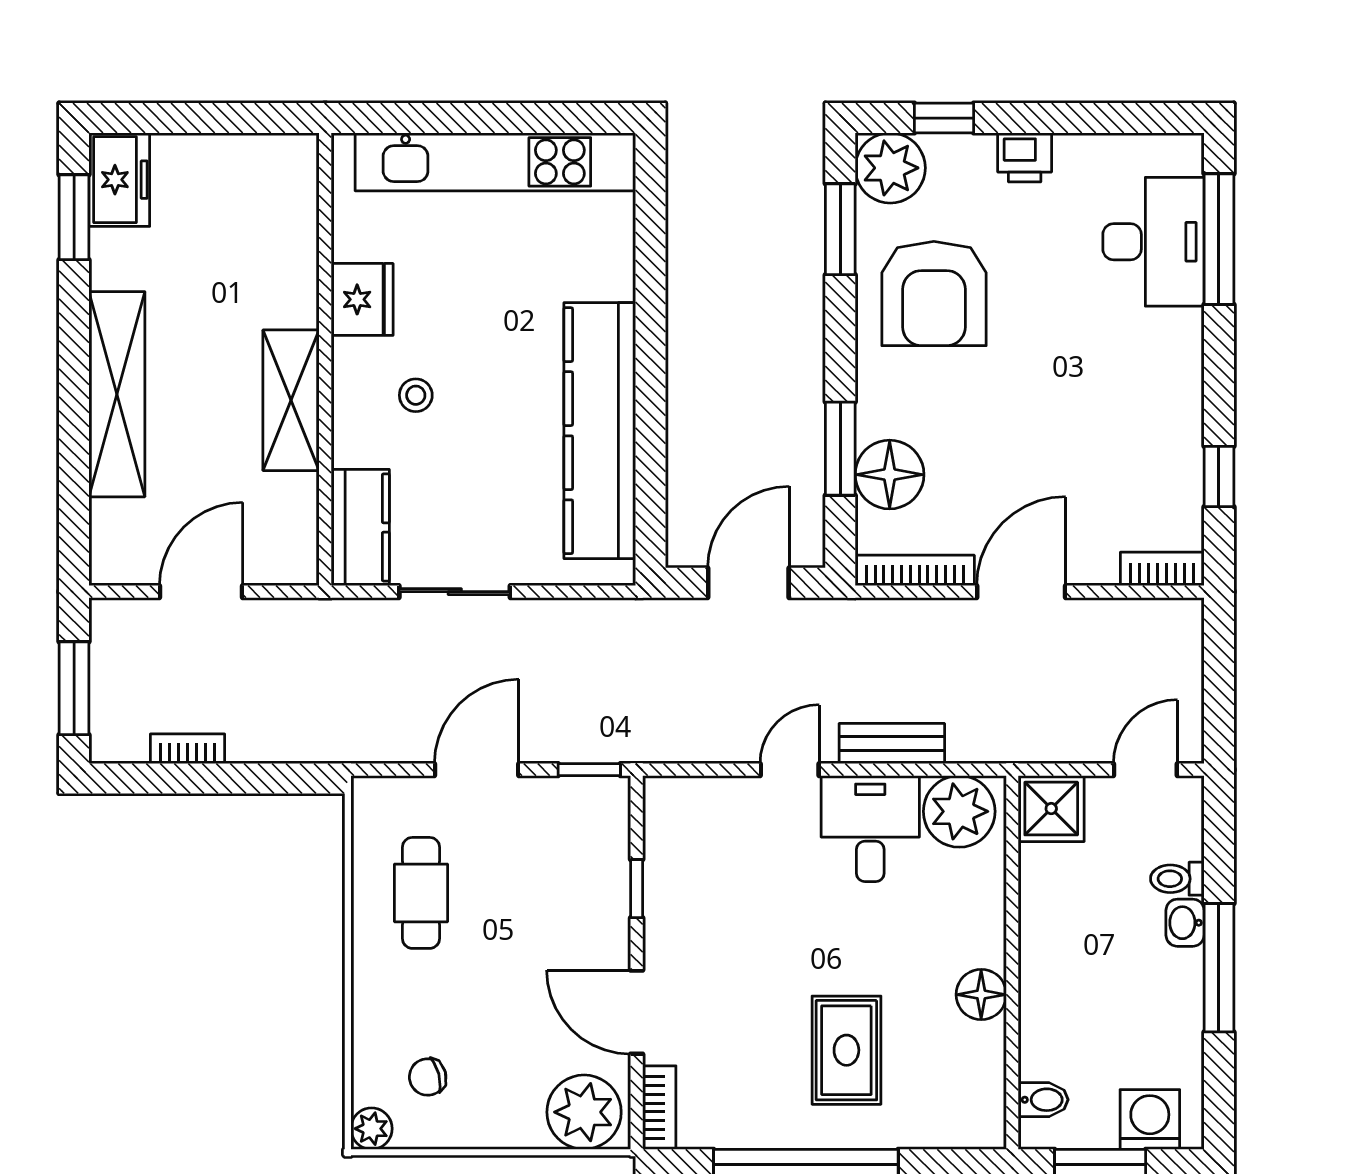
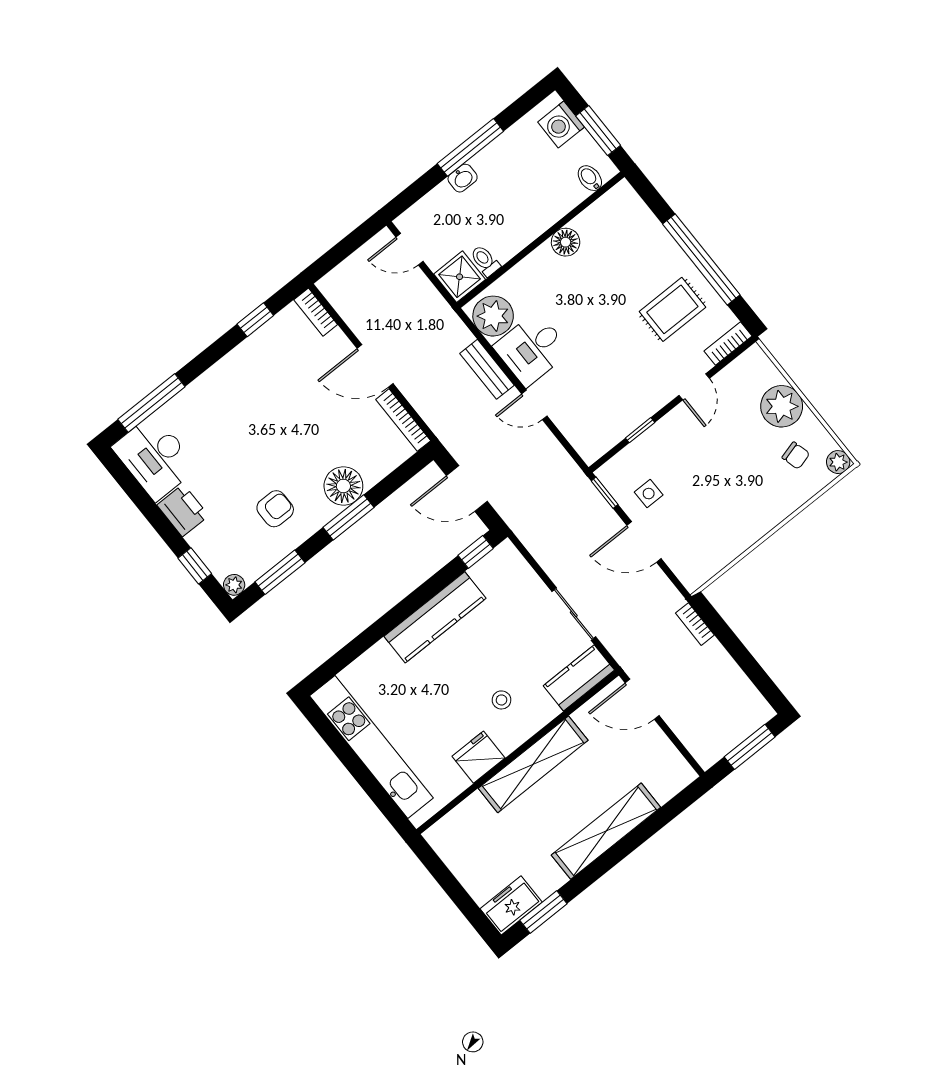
printer: (1025, 157) -> (183, 510), width x1.36, depth x1.24
plant: (890, 168) -> (234, 585), width x0.53, depth x0.53
desk: (1153, 242) -> (155, 457), moved, turned -90
armchair: (934, 293) -> (275, 509), width x0.53, depth x0.53
shelving: (291, 400) -> (533, 764), width x1.47
kitchen counter: (600, 431) -> (435, 617), width x0.72, depth x0.86
window: (840, 449) -> (349, 517), moved
floor lamp: (890, 475) -> (343, 486), moved
window: (650, 524) -> (476, 552), added
door: (201, 592) -> (642, 699), moved
bookcase: (188, 749) -> (695, 624), moved
side table: (539, 830) -> (649, 494), added
toilet: (1177, 879) -> (485, 261), moved, turned 180
cafe table: (421, 893) -> (718, 523), removed
door: (637, 1012) -> (694, 387), width x0.73
rug: (846, 1050) -> (672, 309), moved
plant: (584, 1112) -> (782, 406), moved

